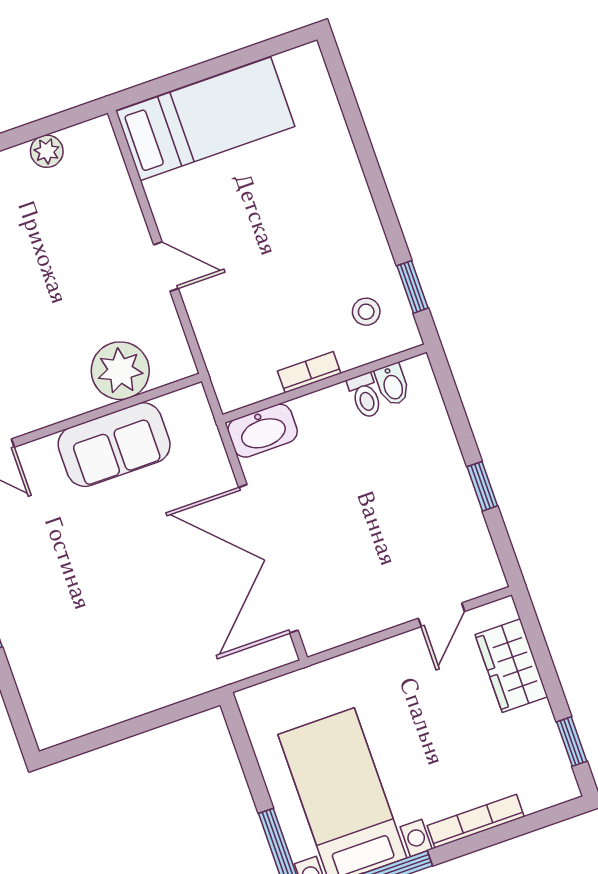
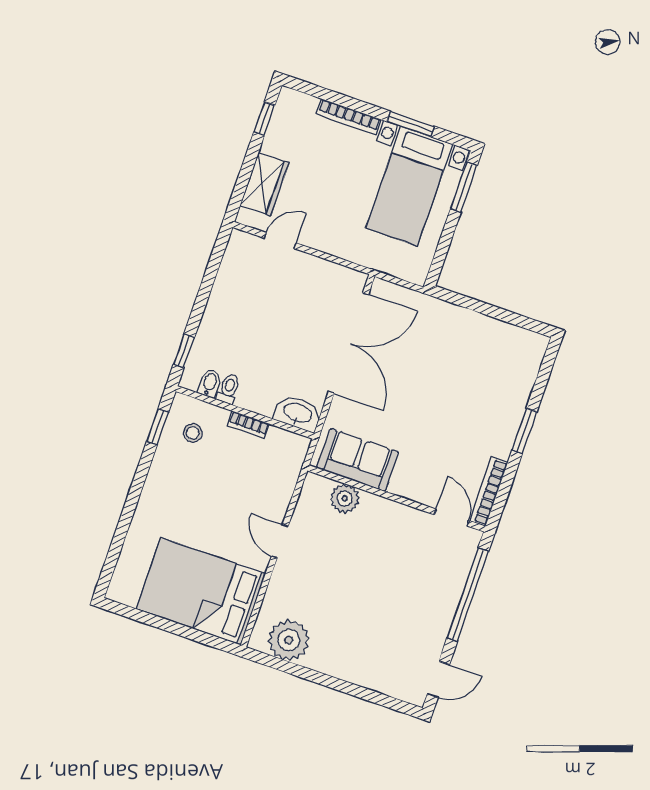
bed: (205, 119) -> (201, 591), width x1.50
plant: (47, 151) -> (289, 640), width x1.87, depth x1.87
plant: (120, 371) -> (345, 498), width x0.73, depth x0.73
sofa: (114, 445) -> (358, 460), moved
window: (482, 486) -> (184, 351), moved

